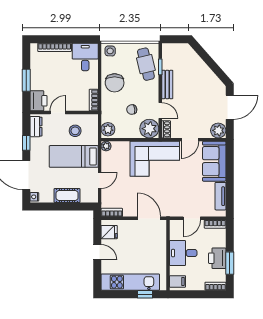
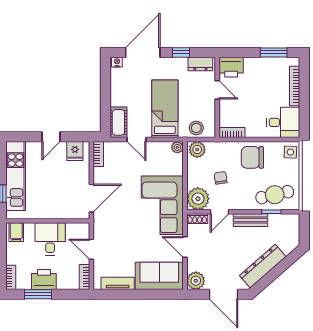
dresser: (206, 74) -> (263, 266), added
window: (26, 80) -> (274, 52), moved
stool: (75, 131) -> (196, 128), moved
cot: (67, 196) -> (118, 122), moved

